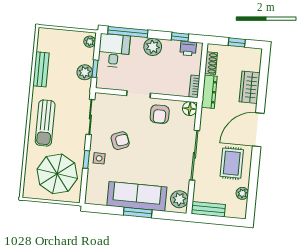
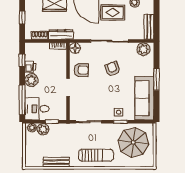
printer: (188, 49) -> (30, 67), moved
plant: (85, 72) -> (43, 129), moved
armchair: (120, 141) -> (113, 69), moved
sofa: (137, 196) -> (144, 98), moved

